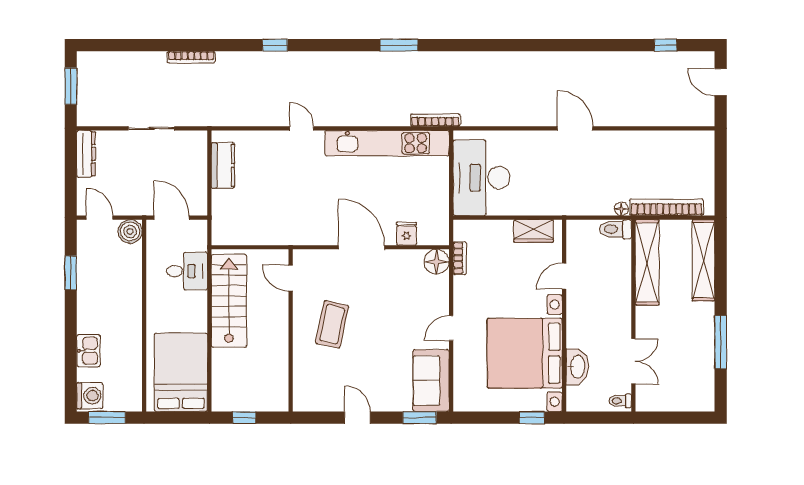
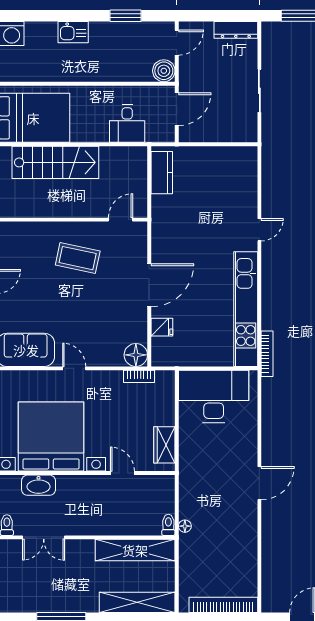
kitchen counter: (223, 165) -> (162, 173), moved, turned -90
bookcase: (666, 207) -> (223, 605), moved, turned -90
toilet: (615, 229) -> (168, 525), width x0.73, depth x0.72
stairs: (229, 301) -> (55, 162), moved
kitchen sink: (88, 351) -> (73, 32), moved

